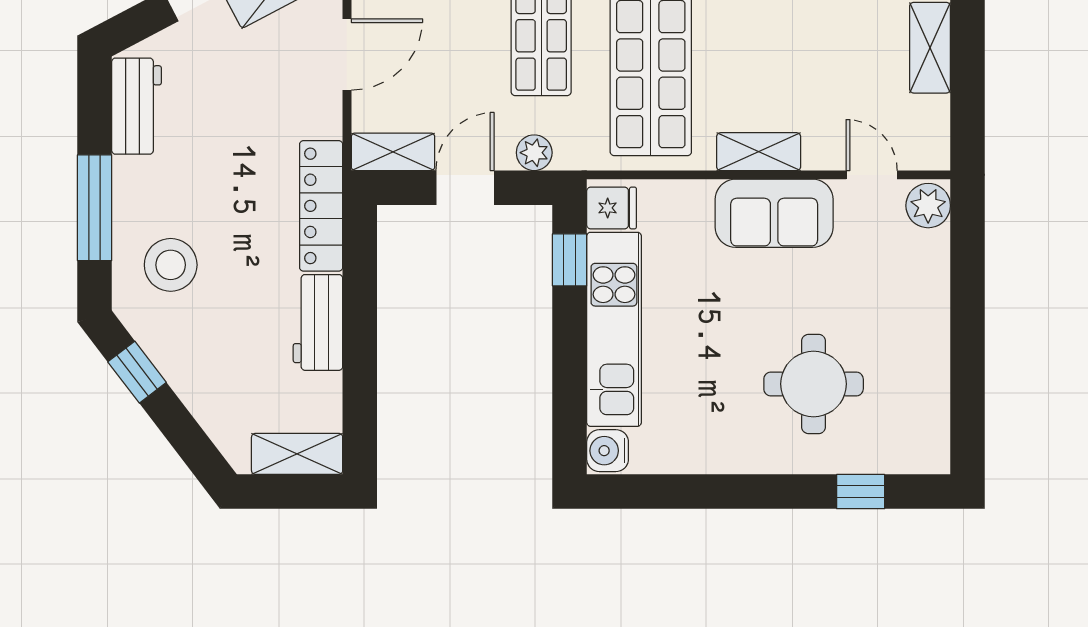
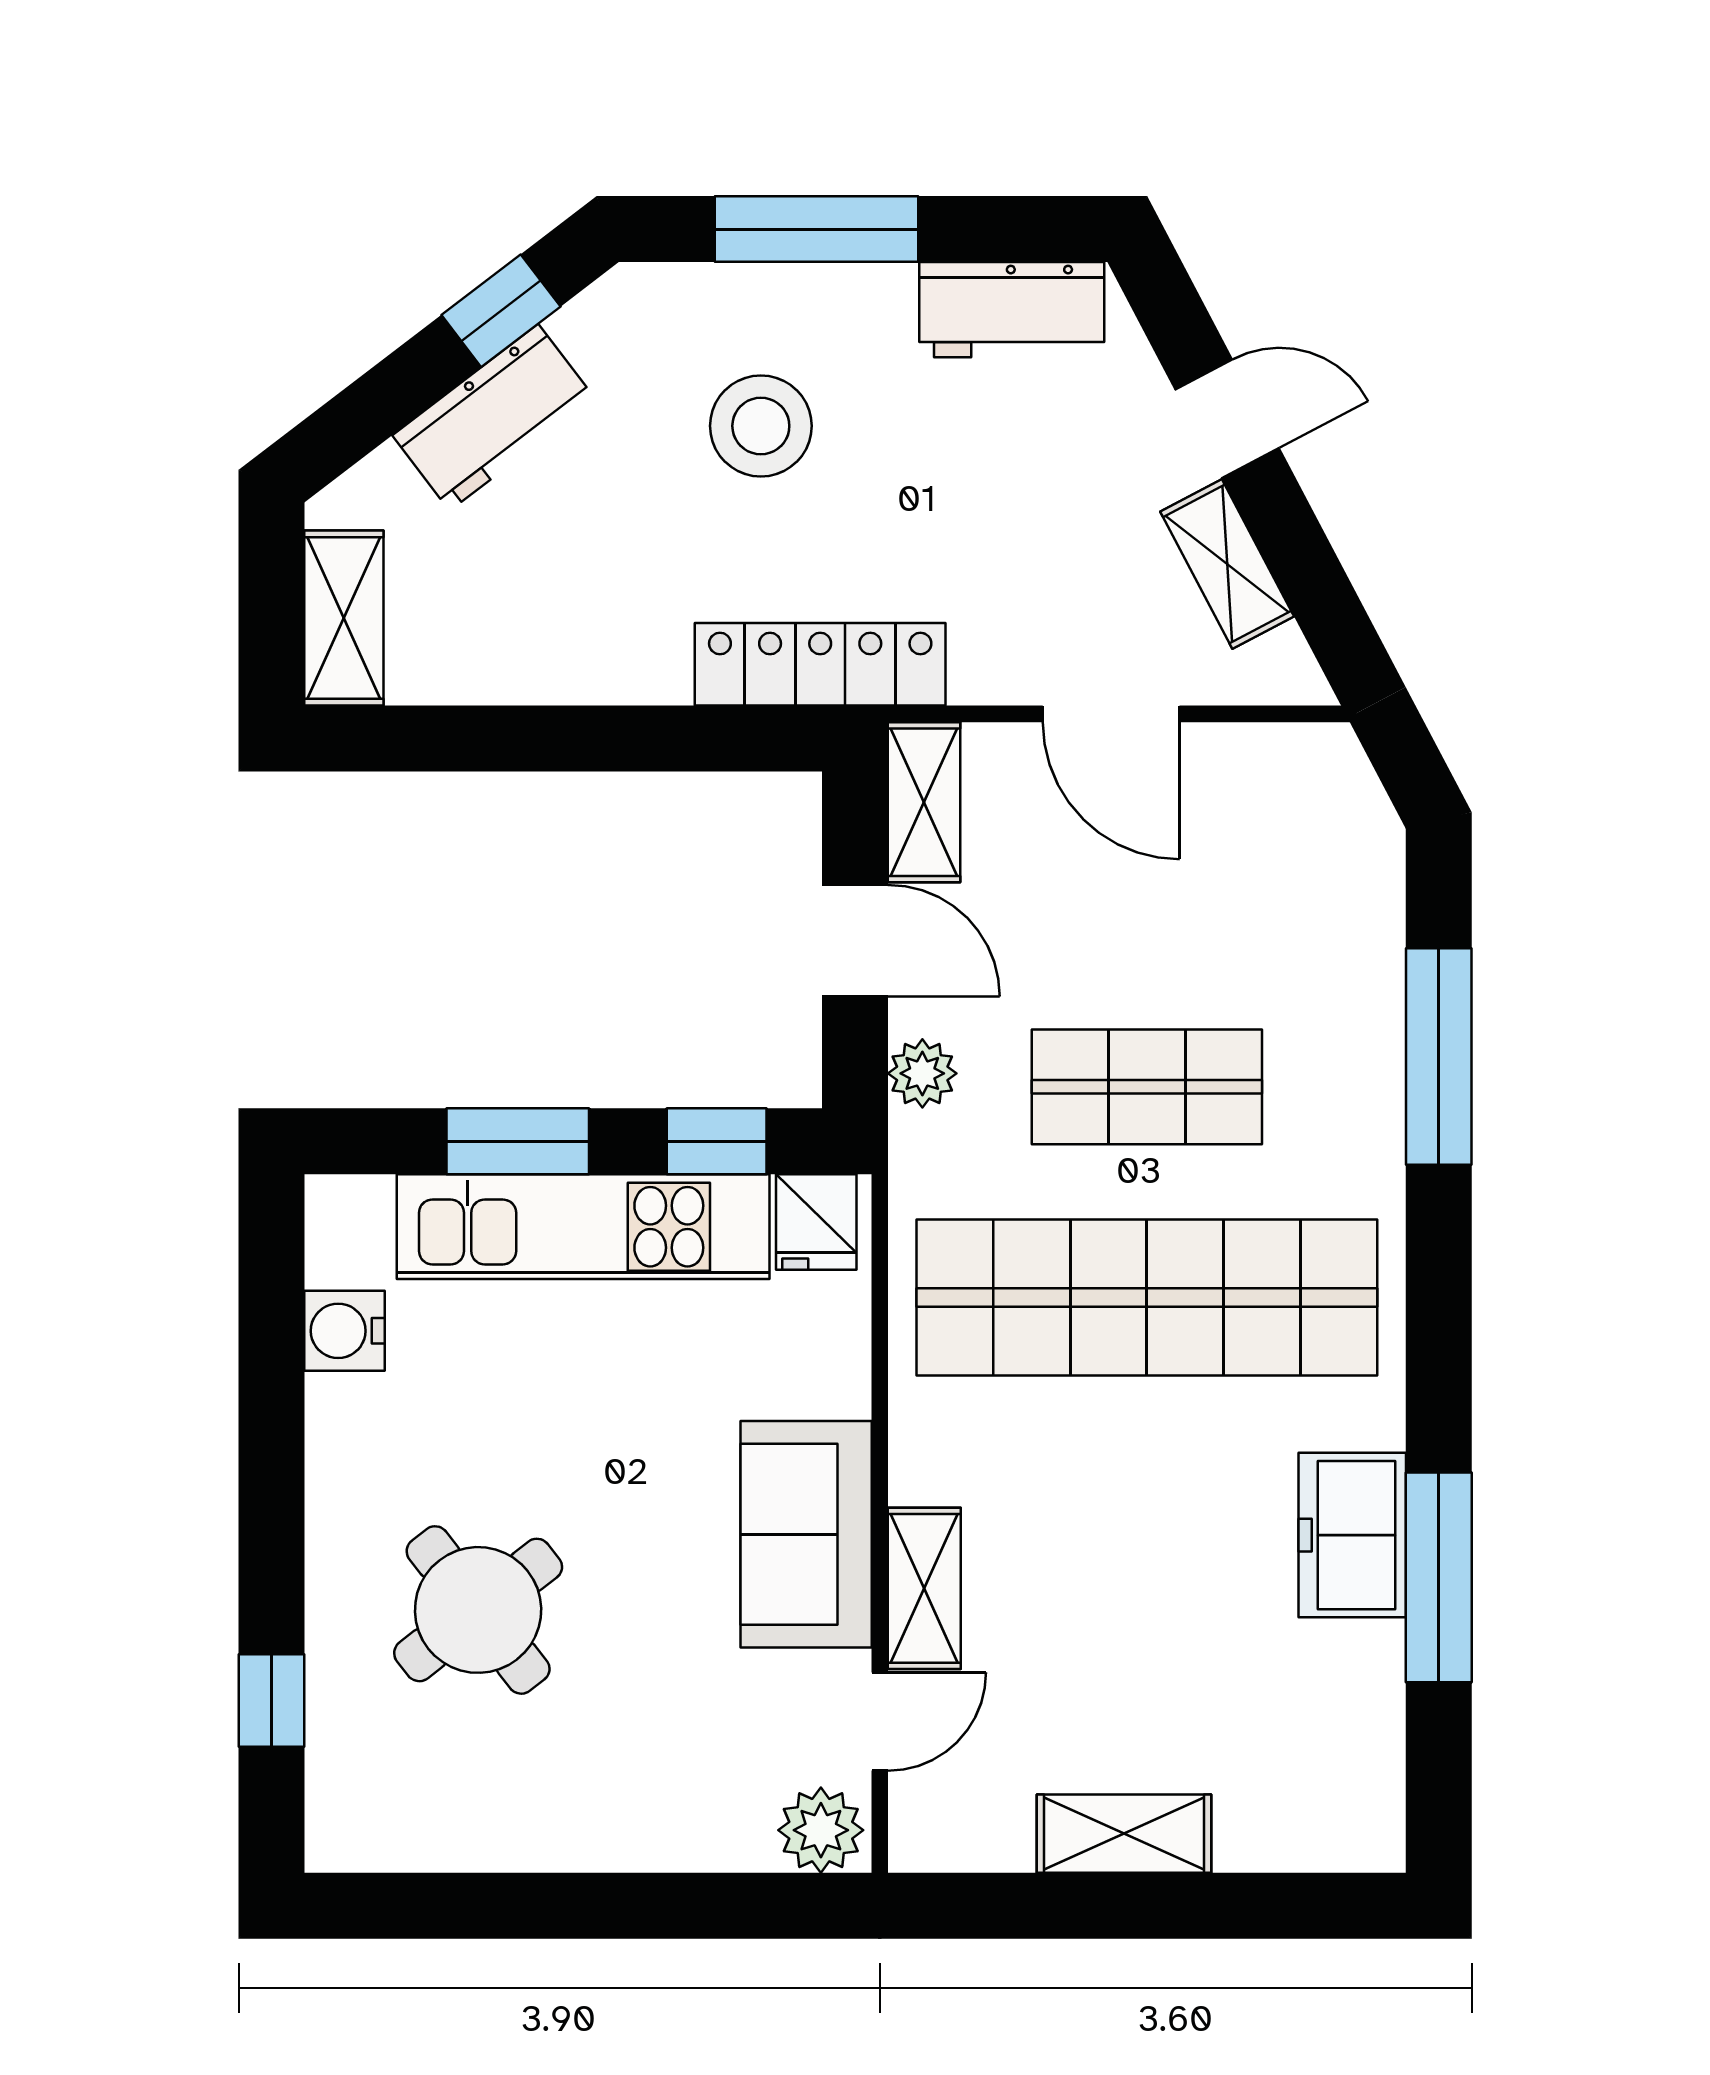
shelving: (759, 152) -> (924, 1588), moved
stool: (171, 265) -> (761, 426), moved
workbench: (318, 322) -> (494, 417), moved, turned 143
window: (570, 363) -> (518, 1141), added
round table: (814, 384) -> (478, 1610), turned -38
water cooler: (608, 451) -> (345, 1331), moved, turned -90

